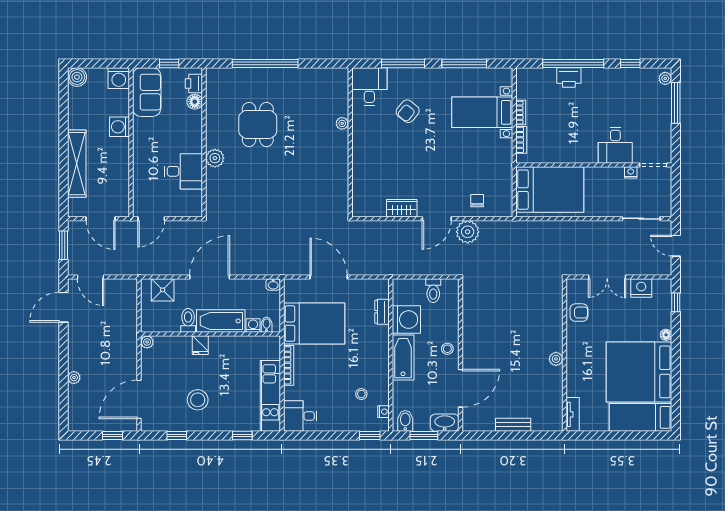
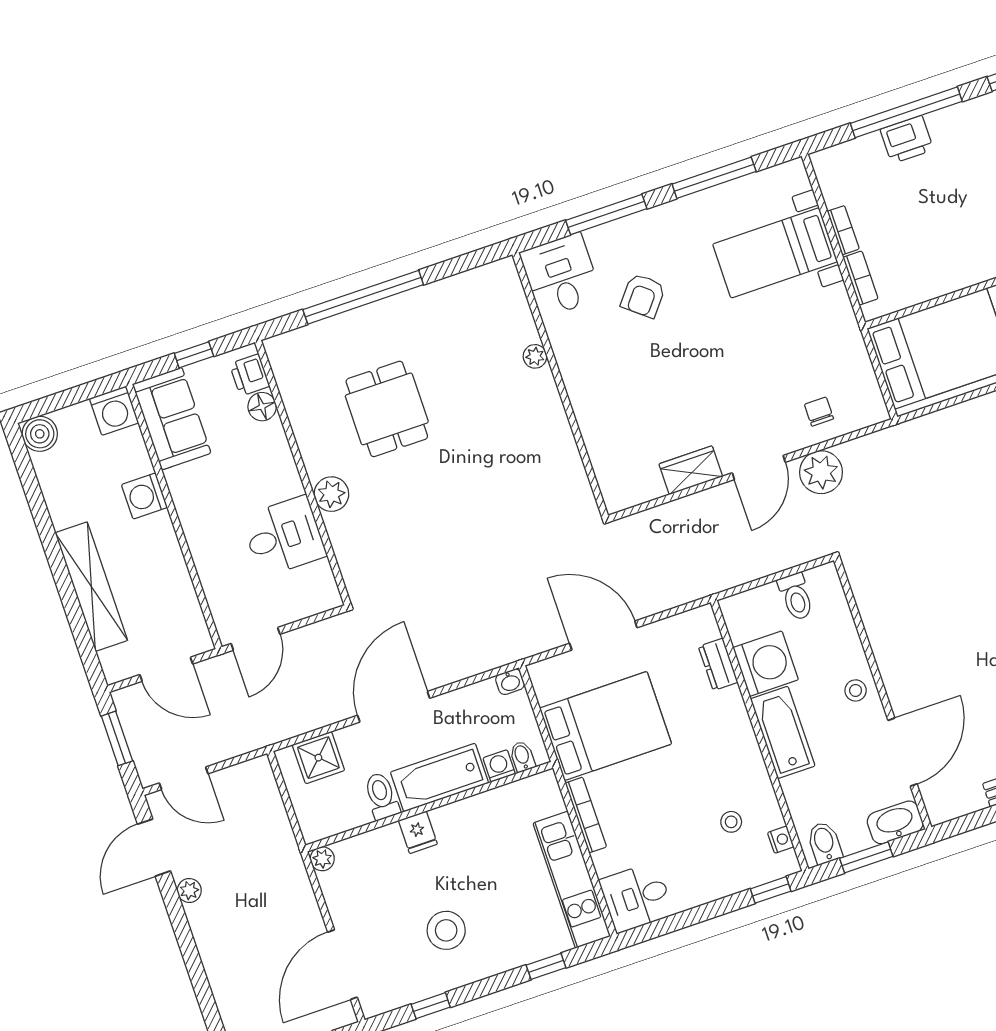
plant: (74, 378) -> (189, 890), moved

